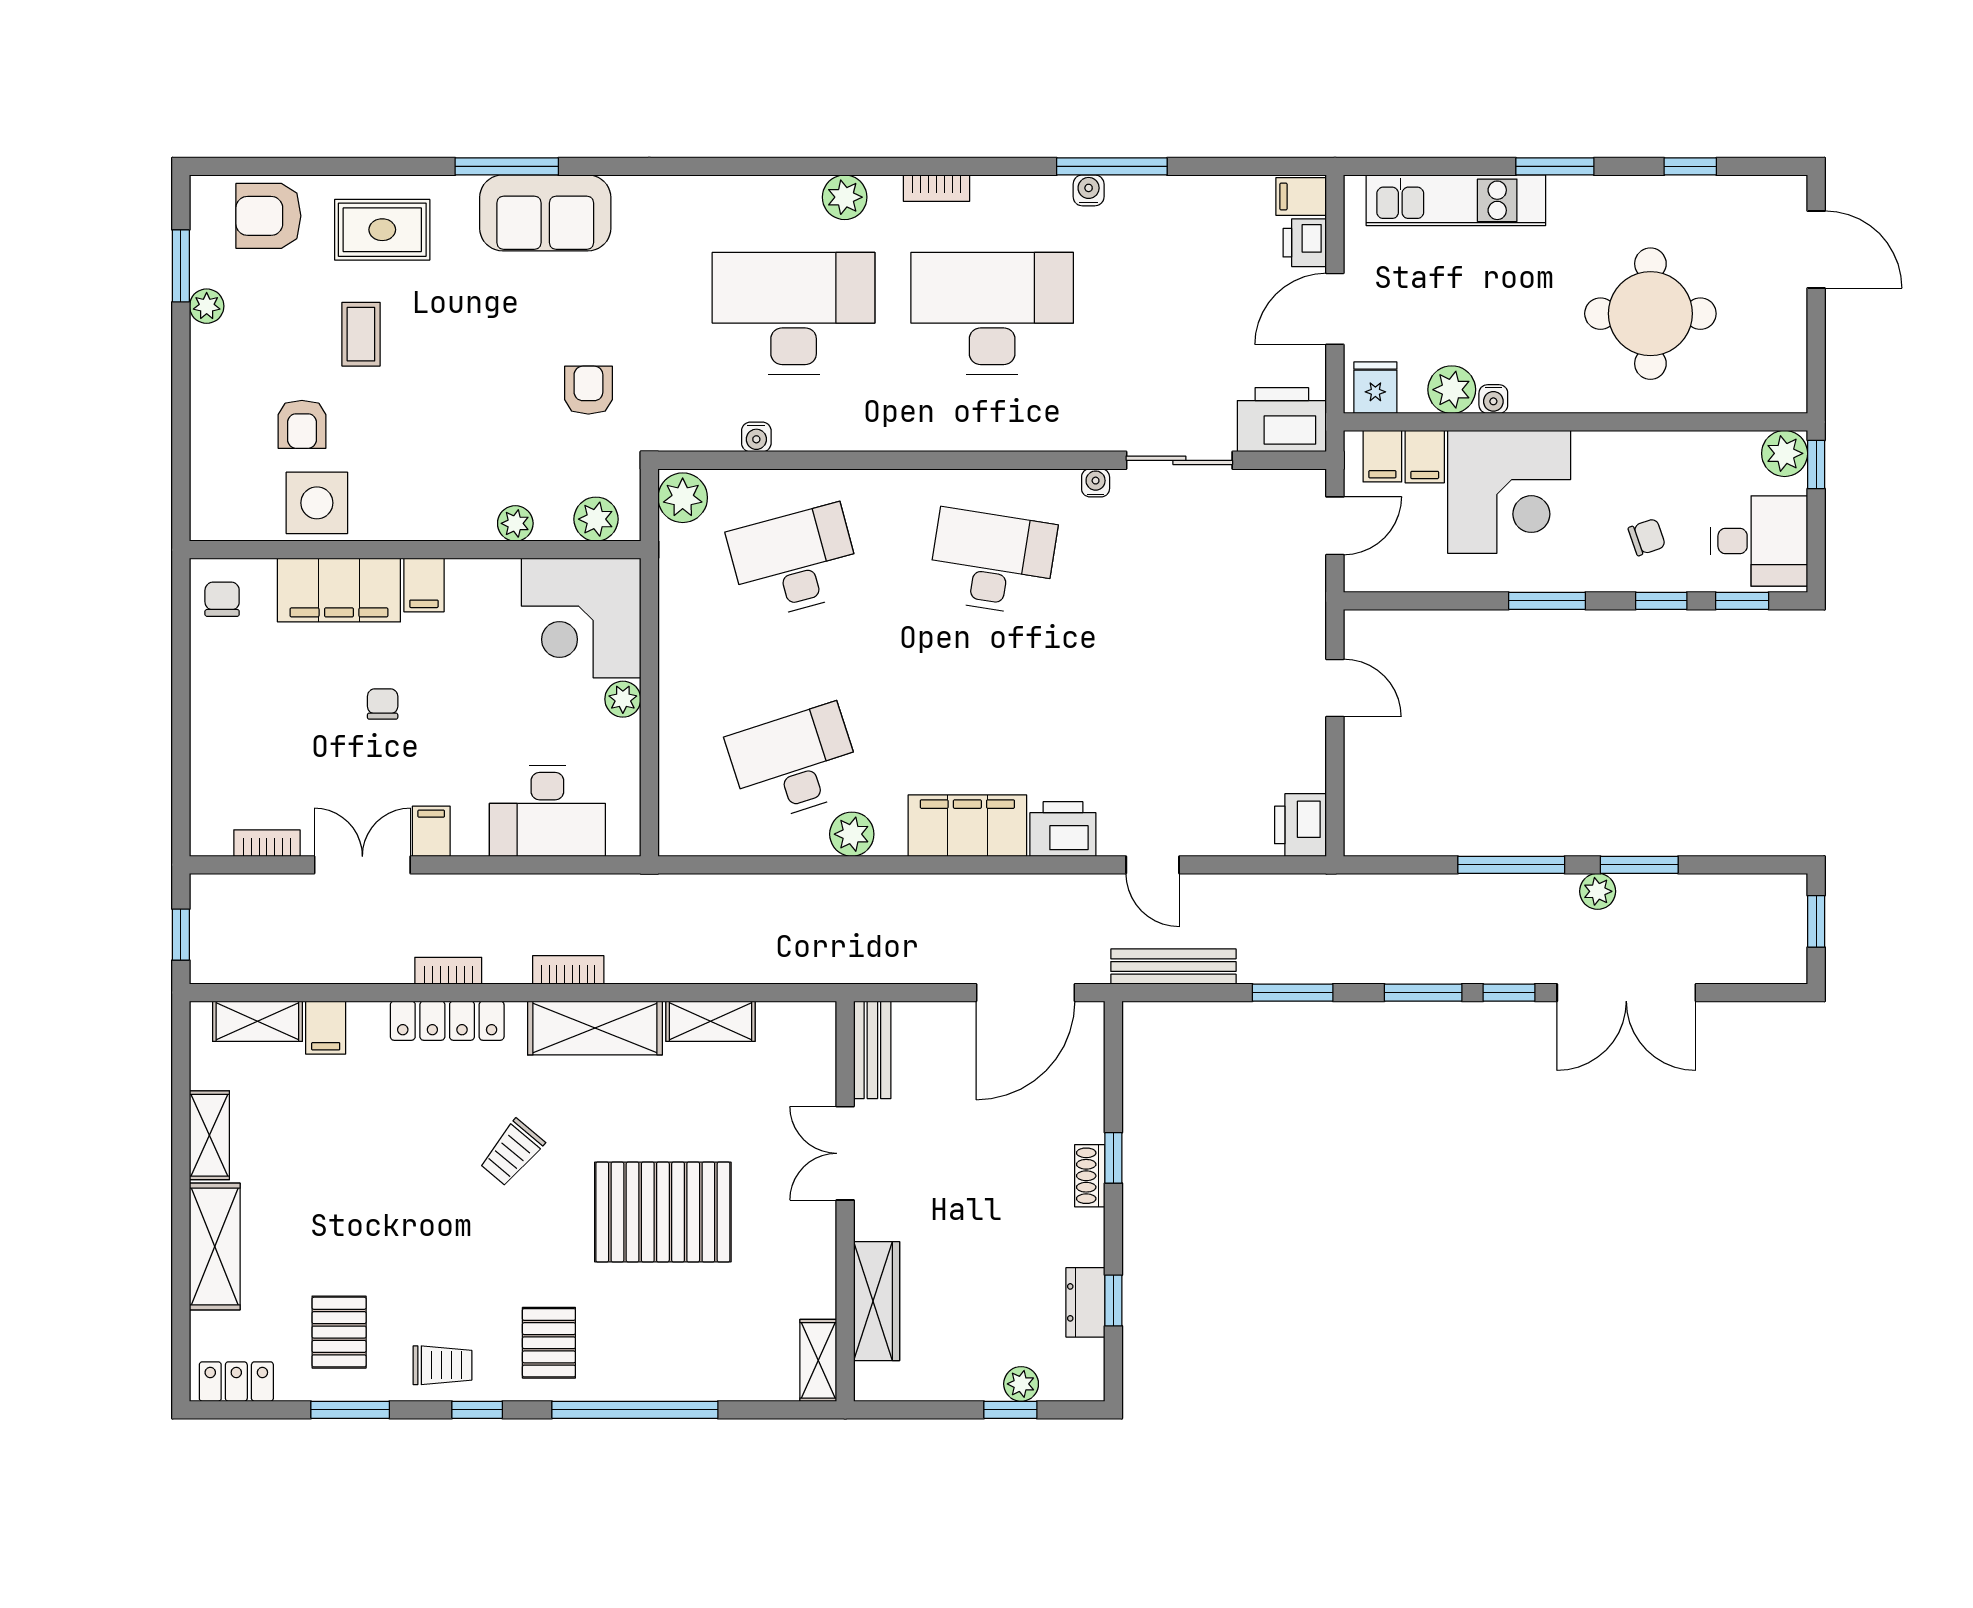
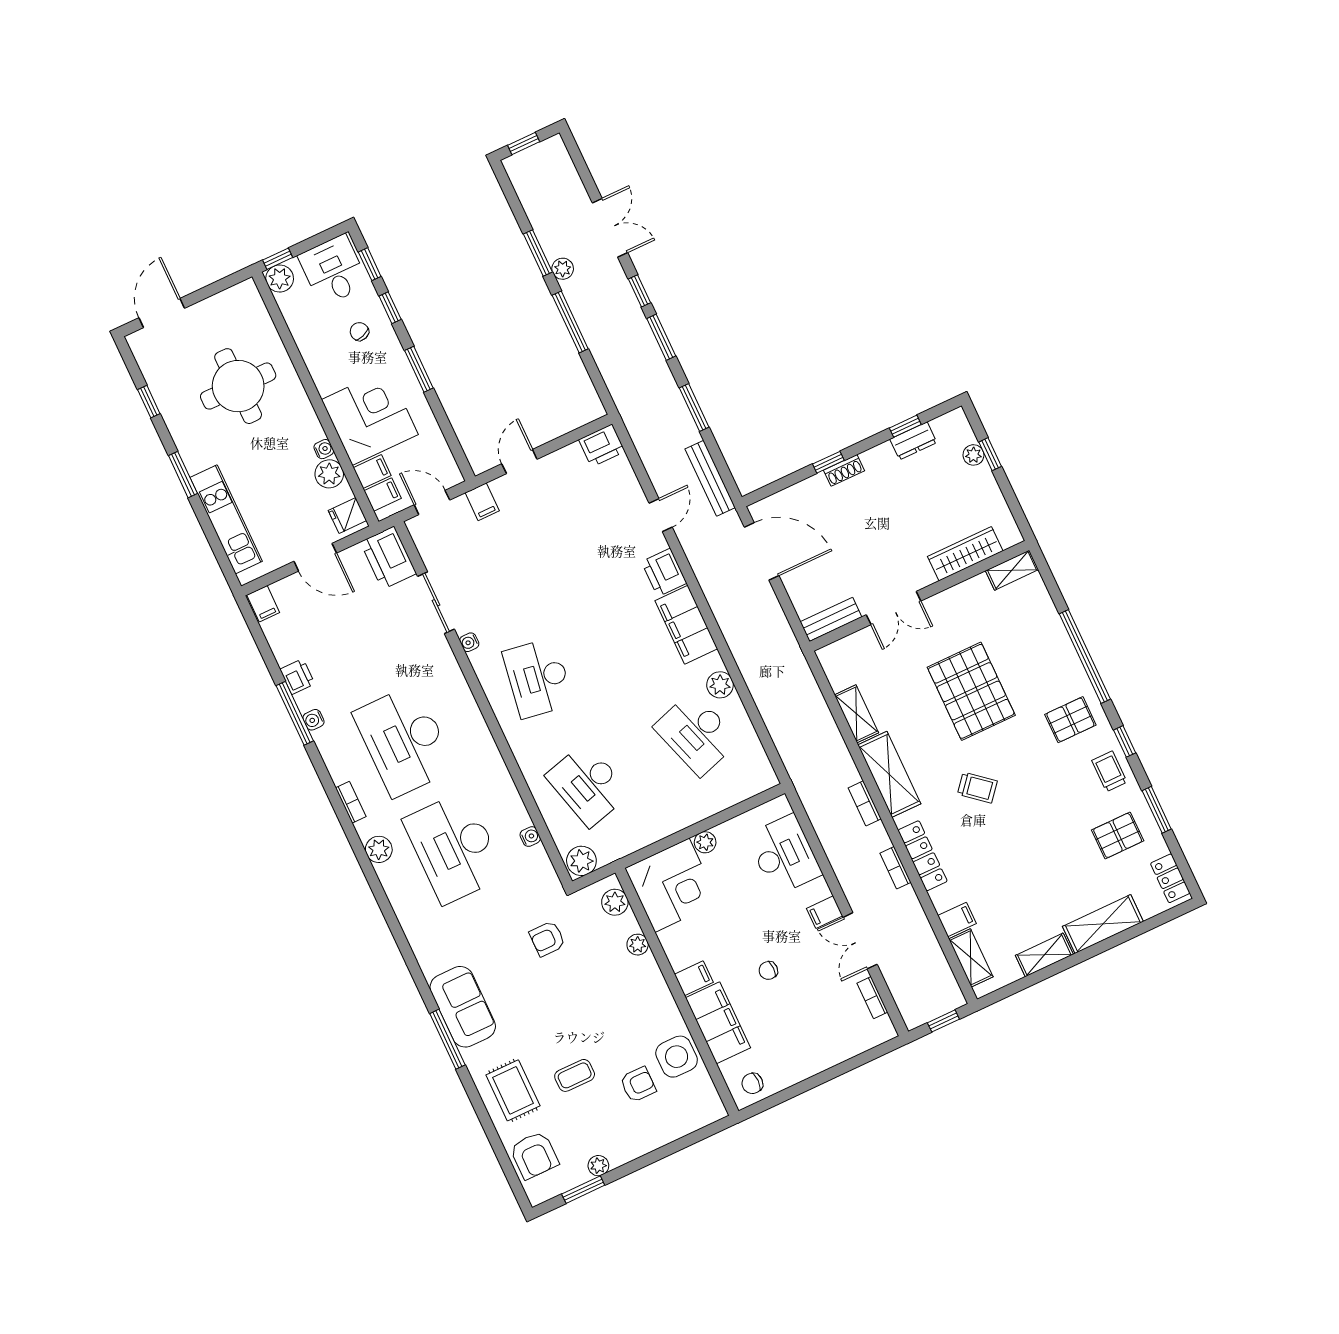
printer: (1305, 243) -> (297, 677), moved, turned -90
filing cabinet: (1300, 603) -> (482, 502), added
double door: (1626, 993) -> (610, 228), width x0.73

